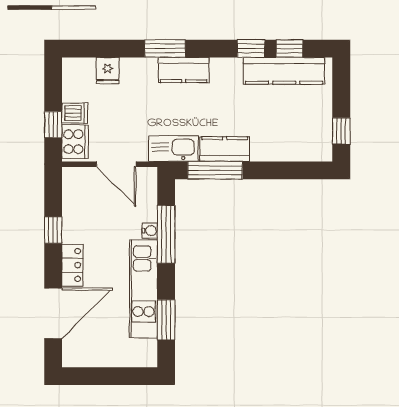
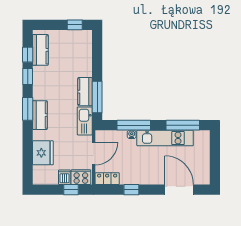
window: (165, 49) -> (28, 109), moved
fridge: (108, 71) -> (43, 153), width x1.88, depth x1.34
kitchen counter: (284, 71) -> (40, 50), width x0.67
locker: (72, 265) -> (107, 179), moved
window: (166, 320) -> (183, 125), width x1.44

